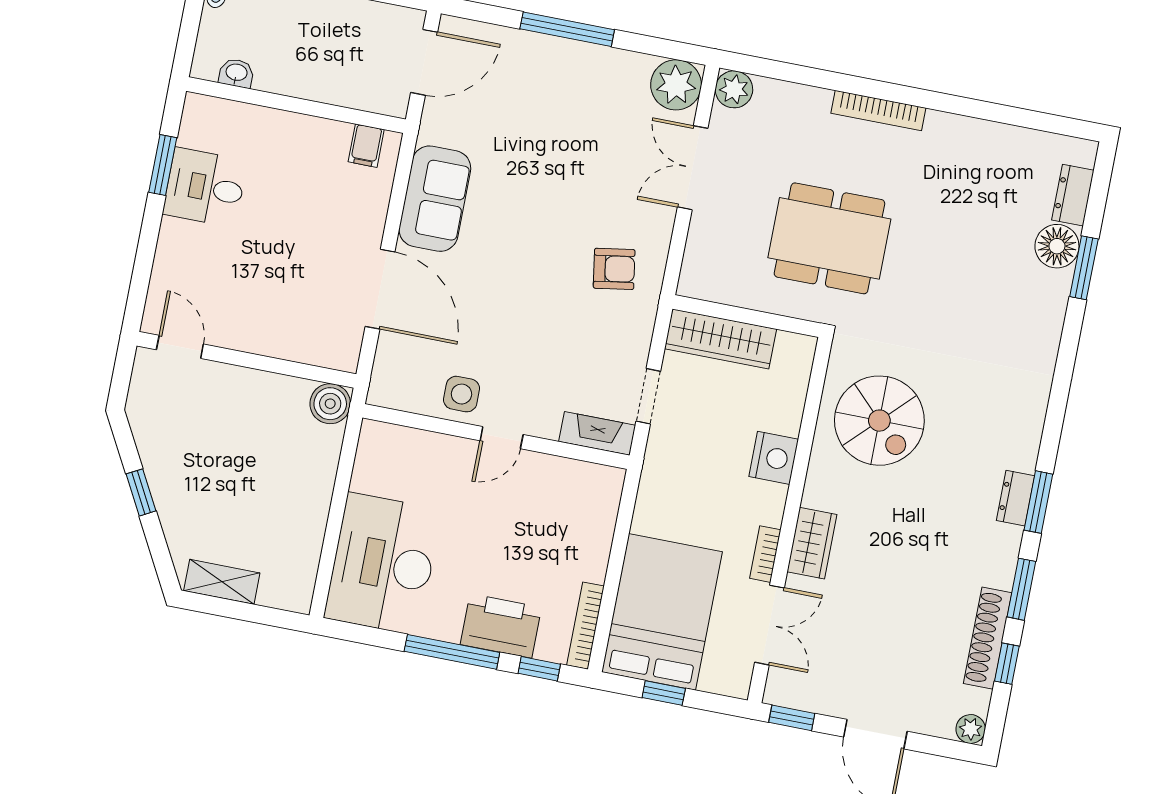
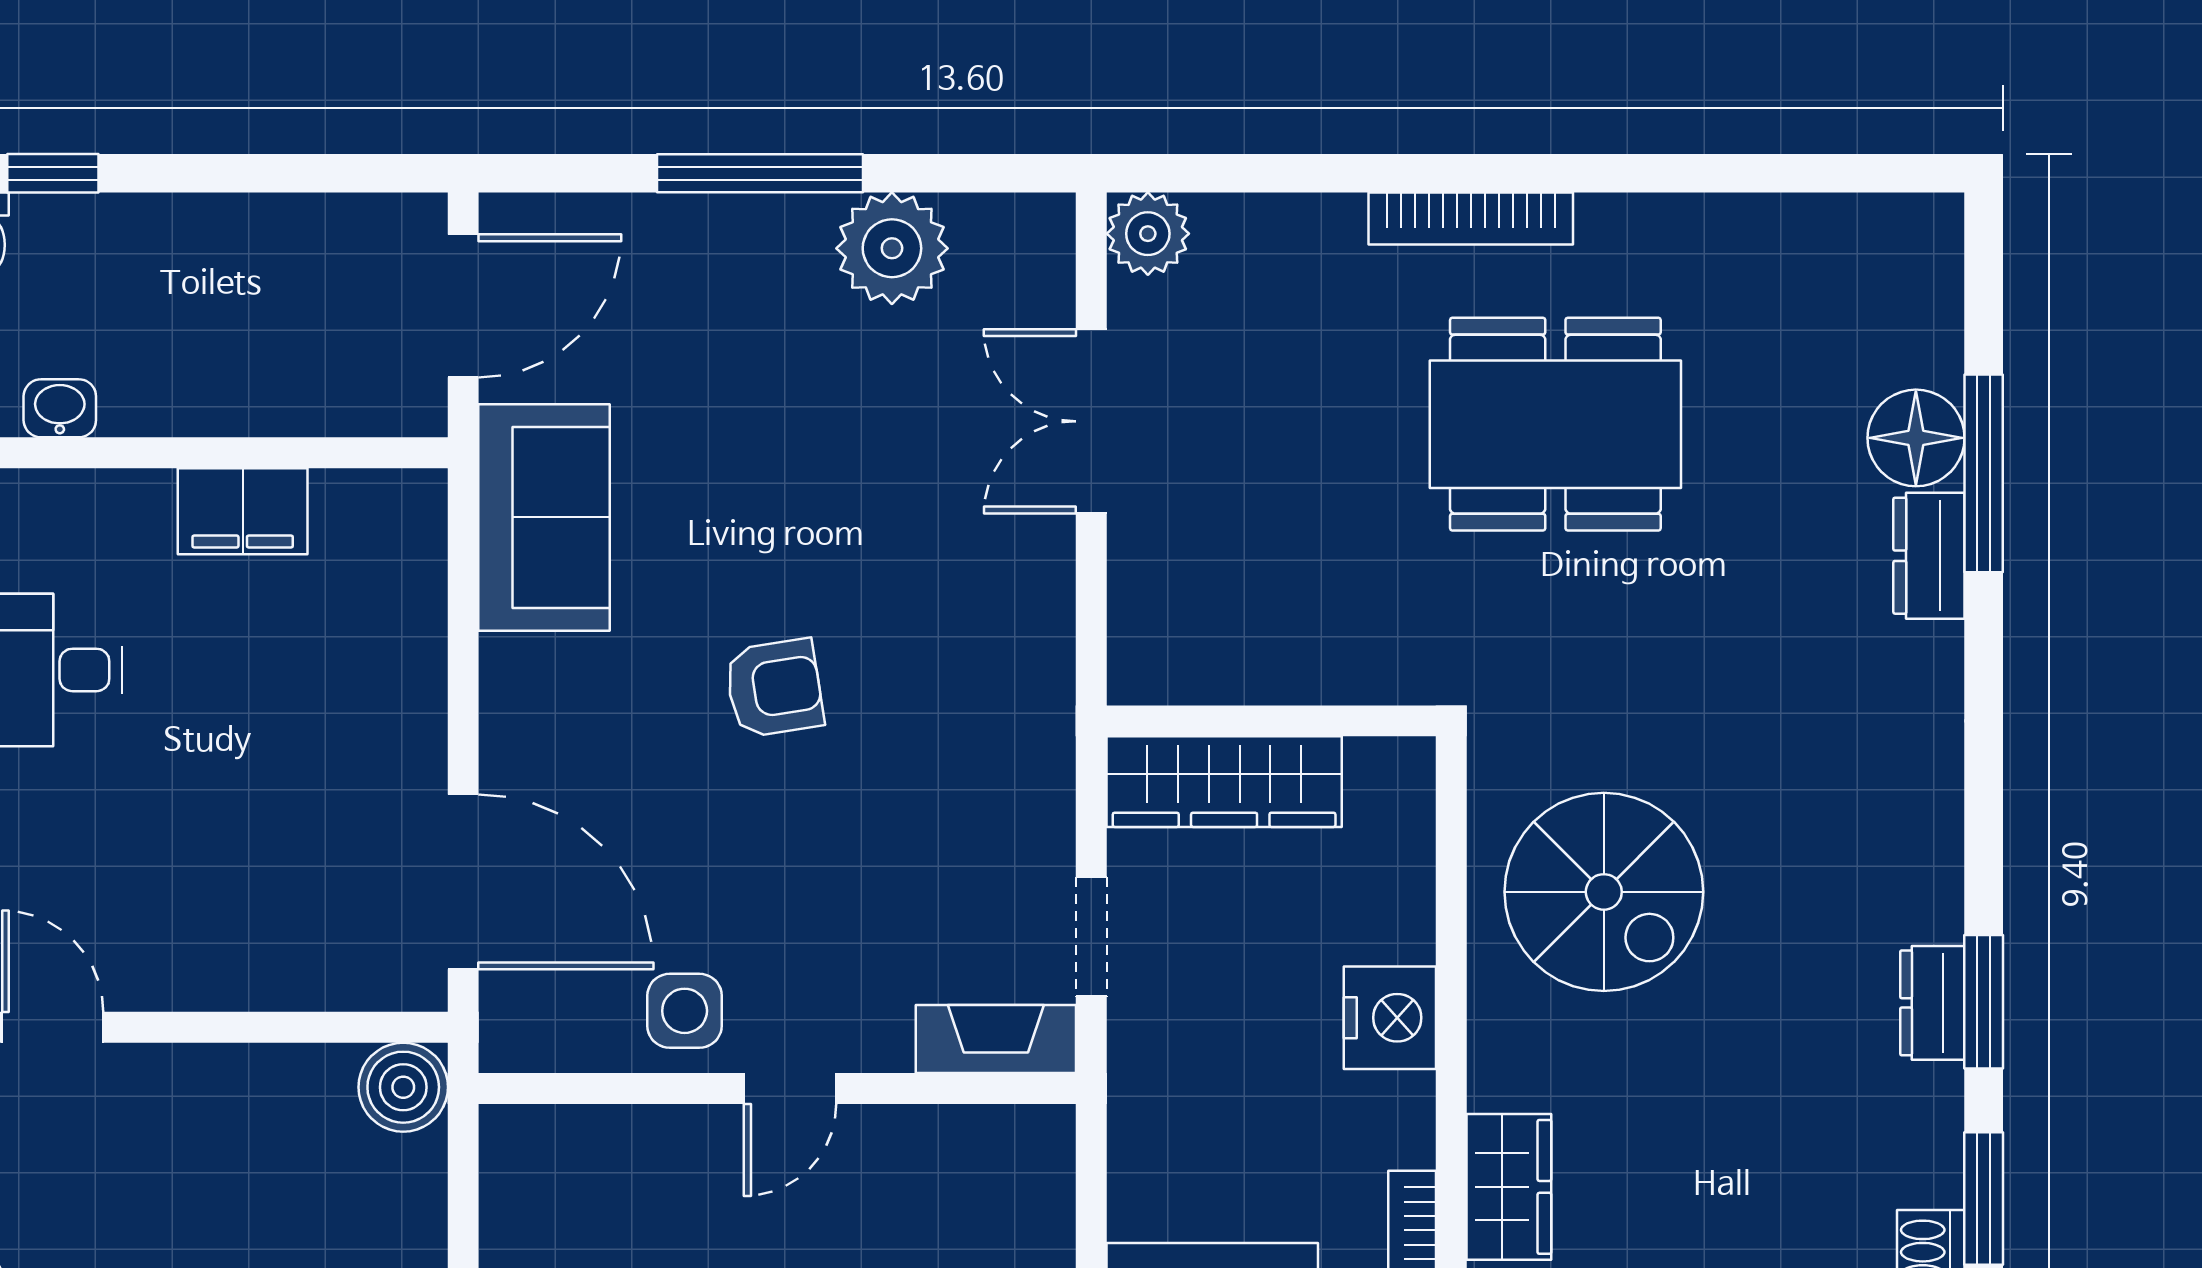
plant: (676, 85) -> (892, 248), moved
filing cabinet: (366, 146) -> (243, 511), moved, width x2.00
dresser: (1073, 195) -> (1929, 556), moved
sofa: (435, 199) -> (544, 517), moved
dining table: (829, 238) -> (1555, 424), moved
window: (1084, 268) -> (1984, 473), width x1.44
armchair: (614, 269) -> (774, 688), moved
door: (380, 289) -> (463, 882), moved

